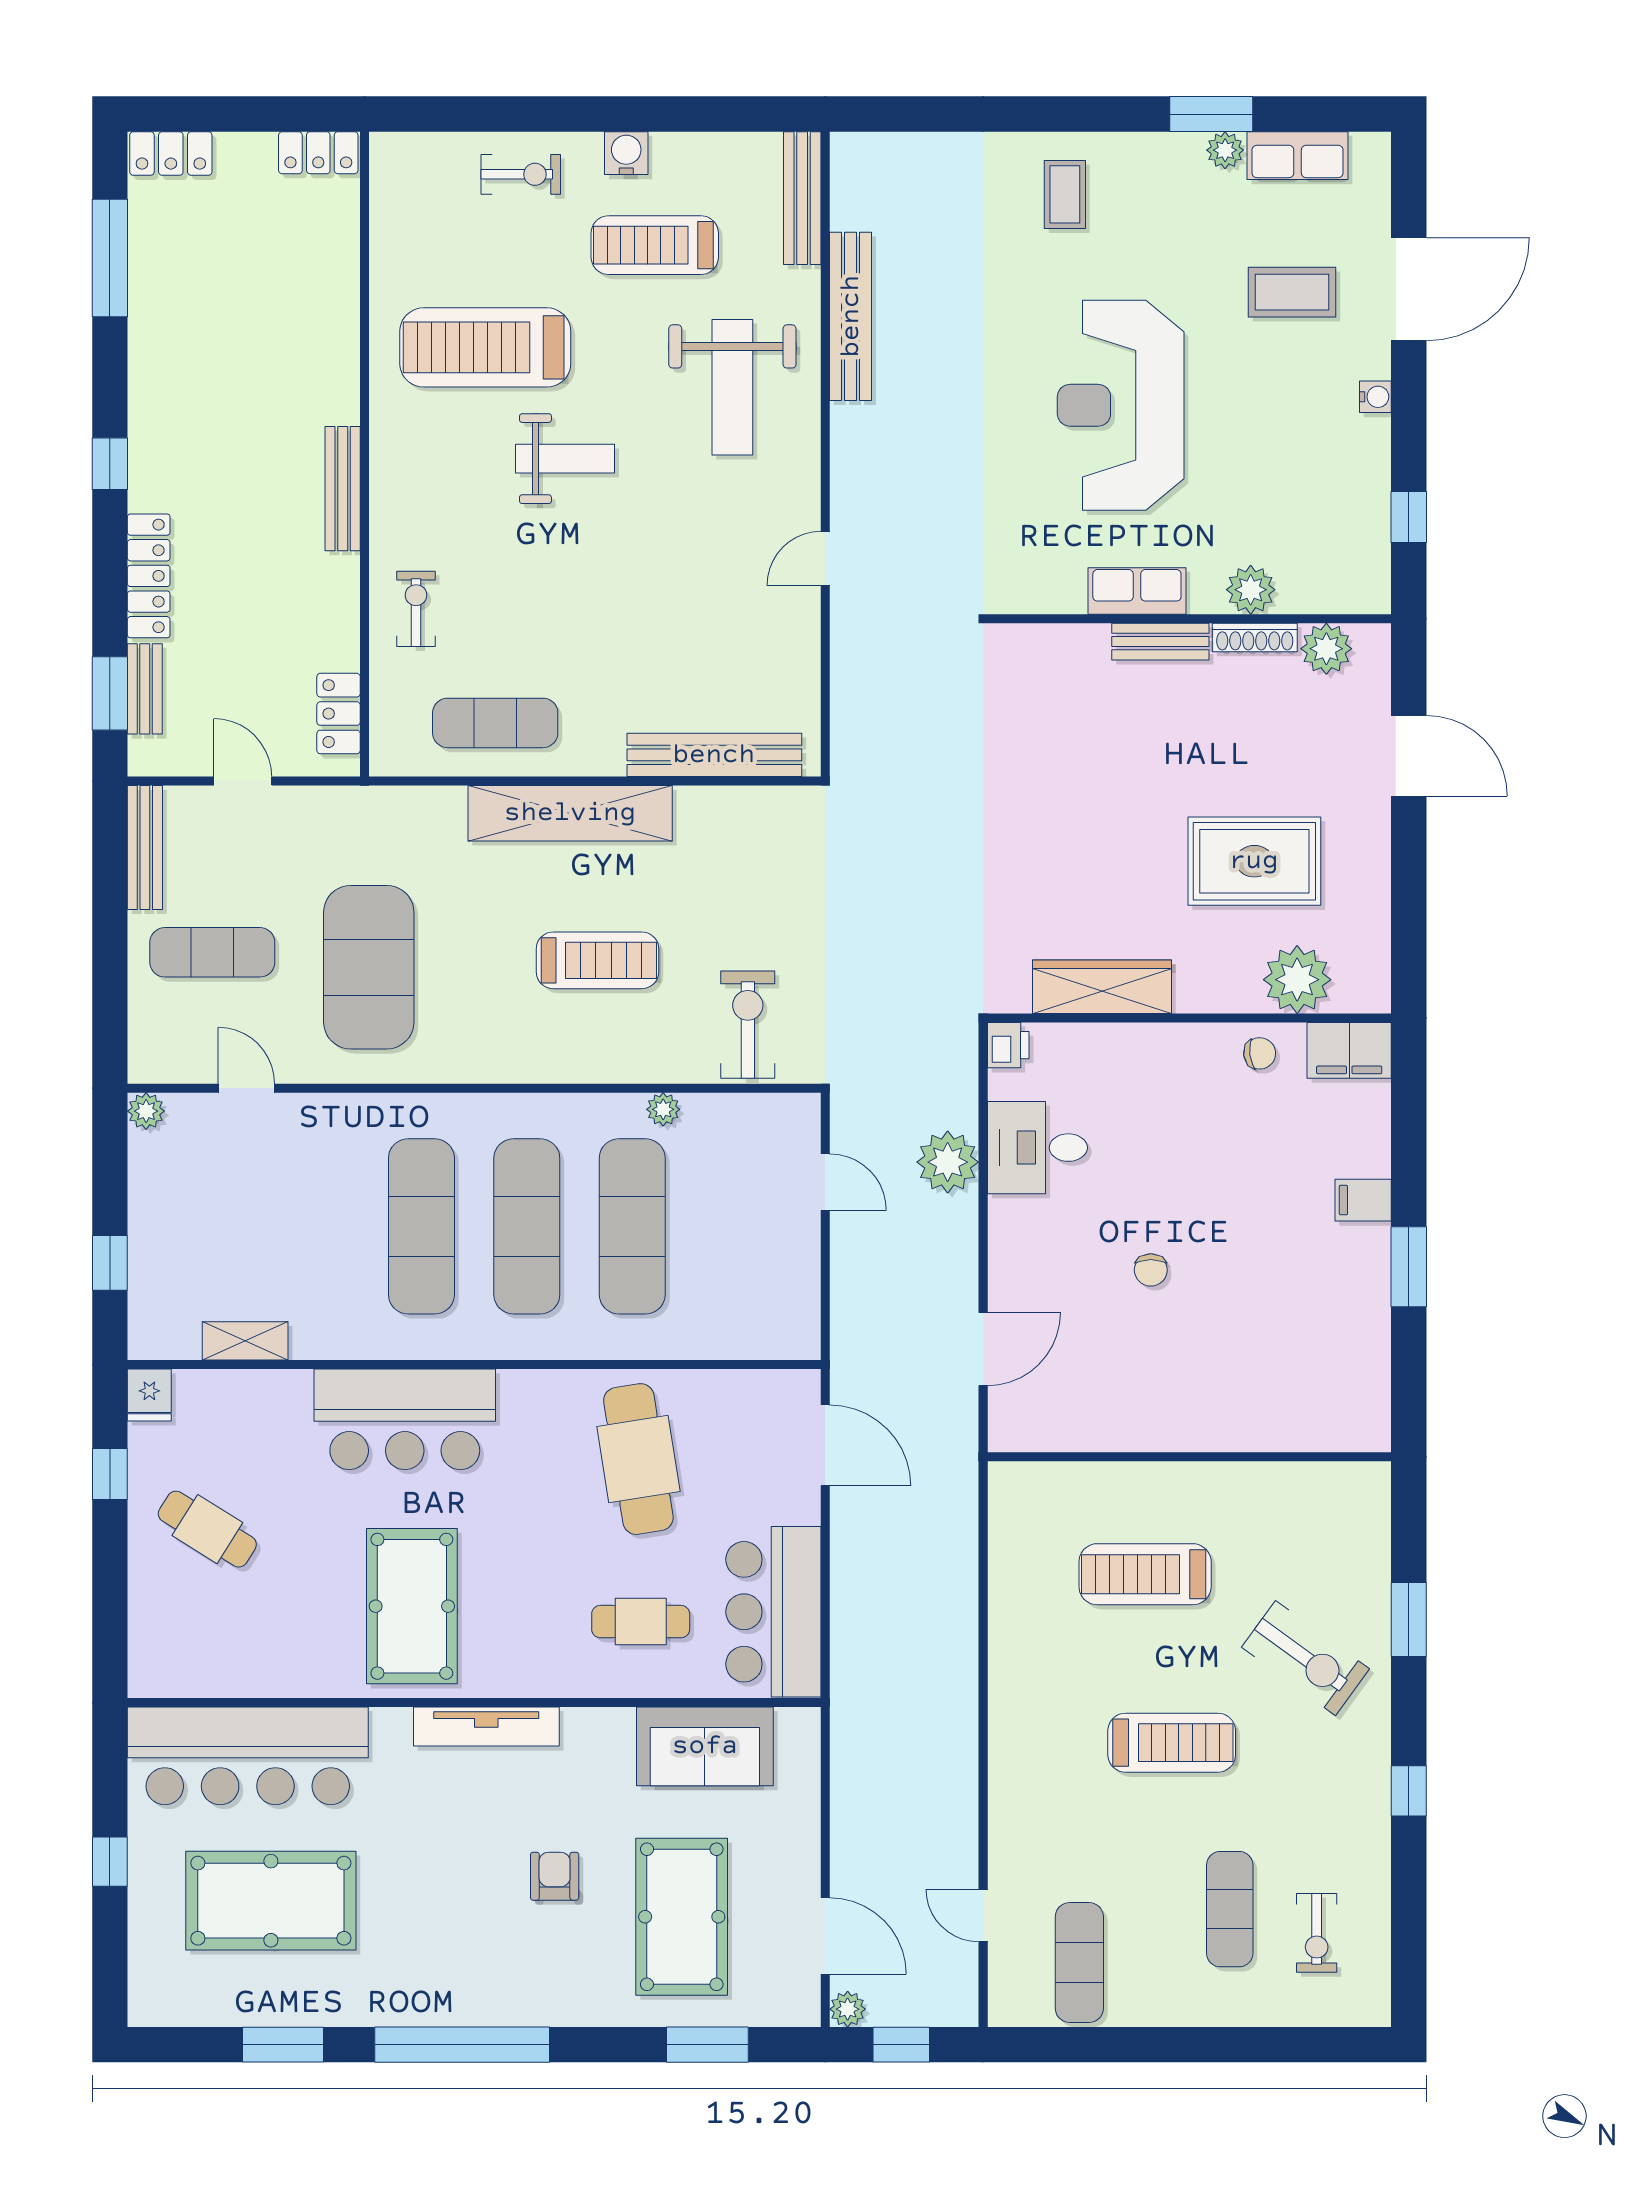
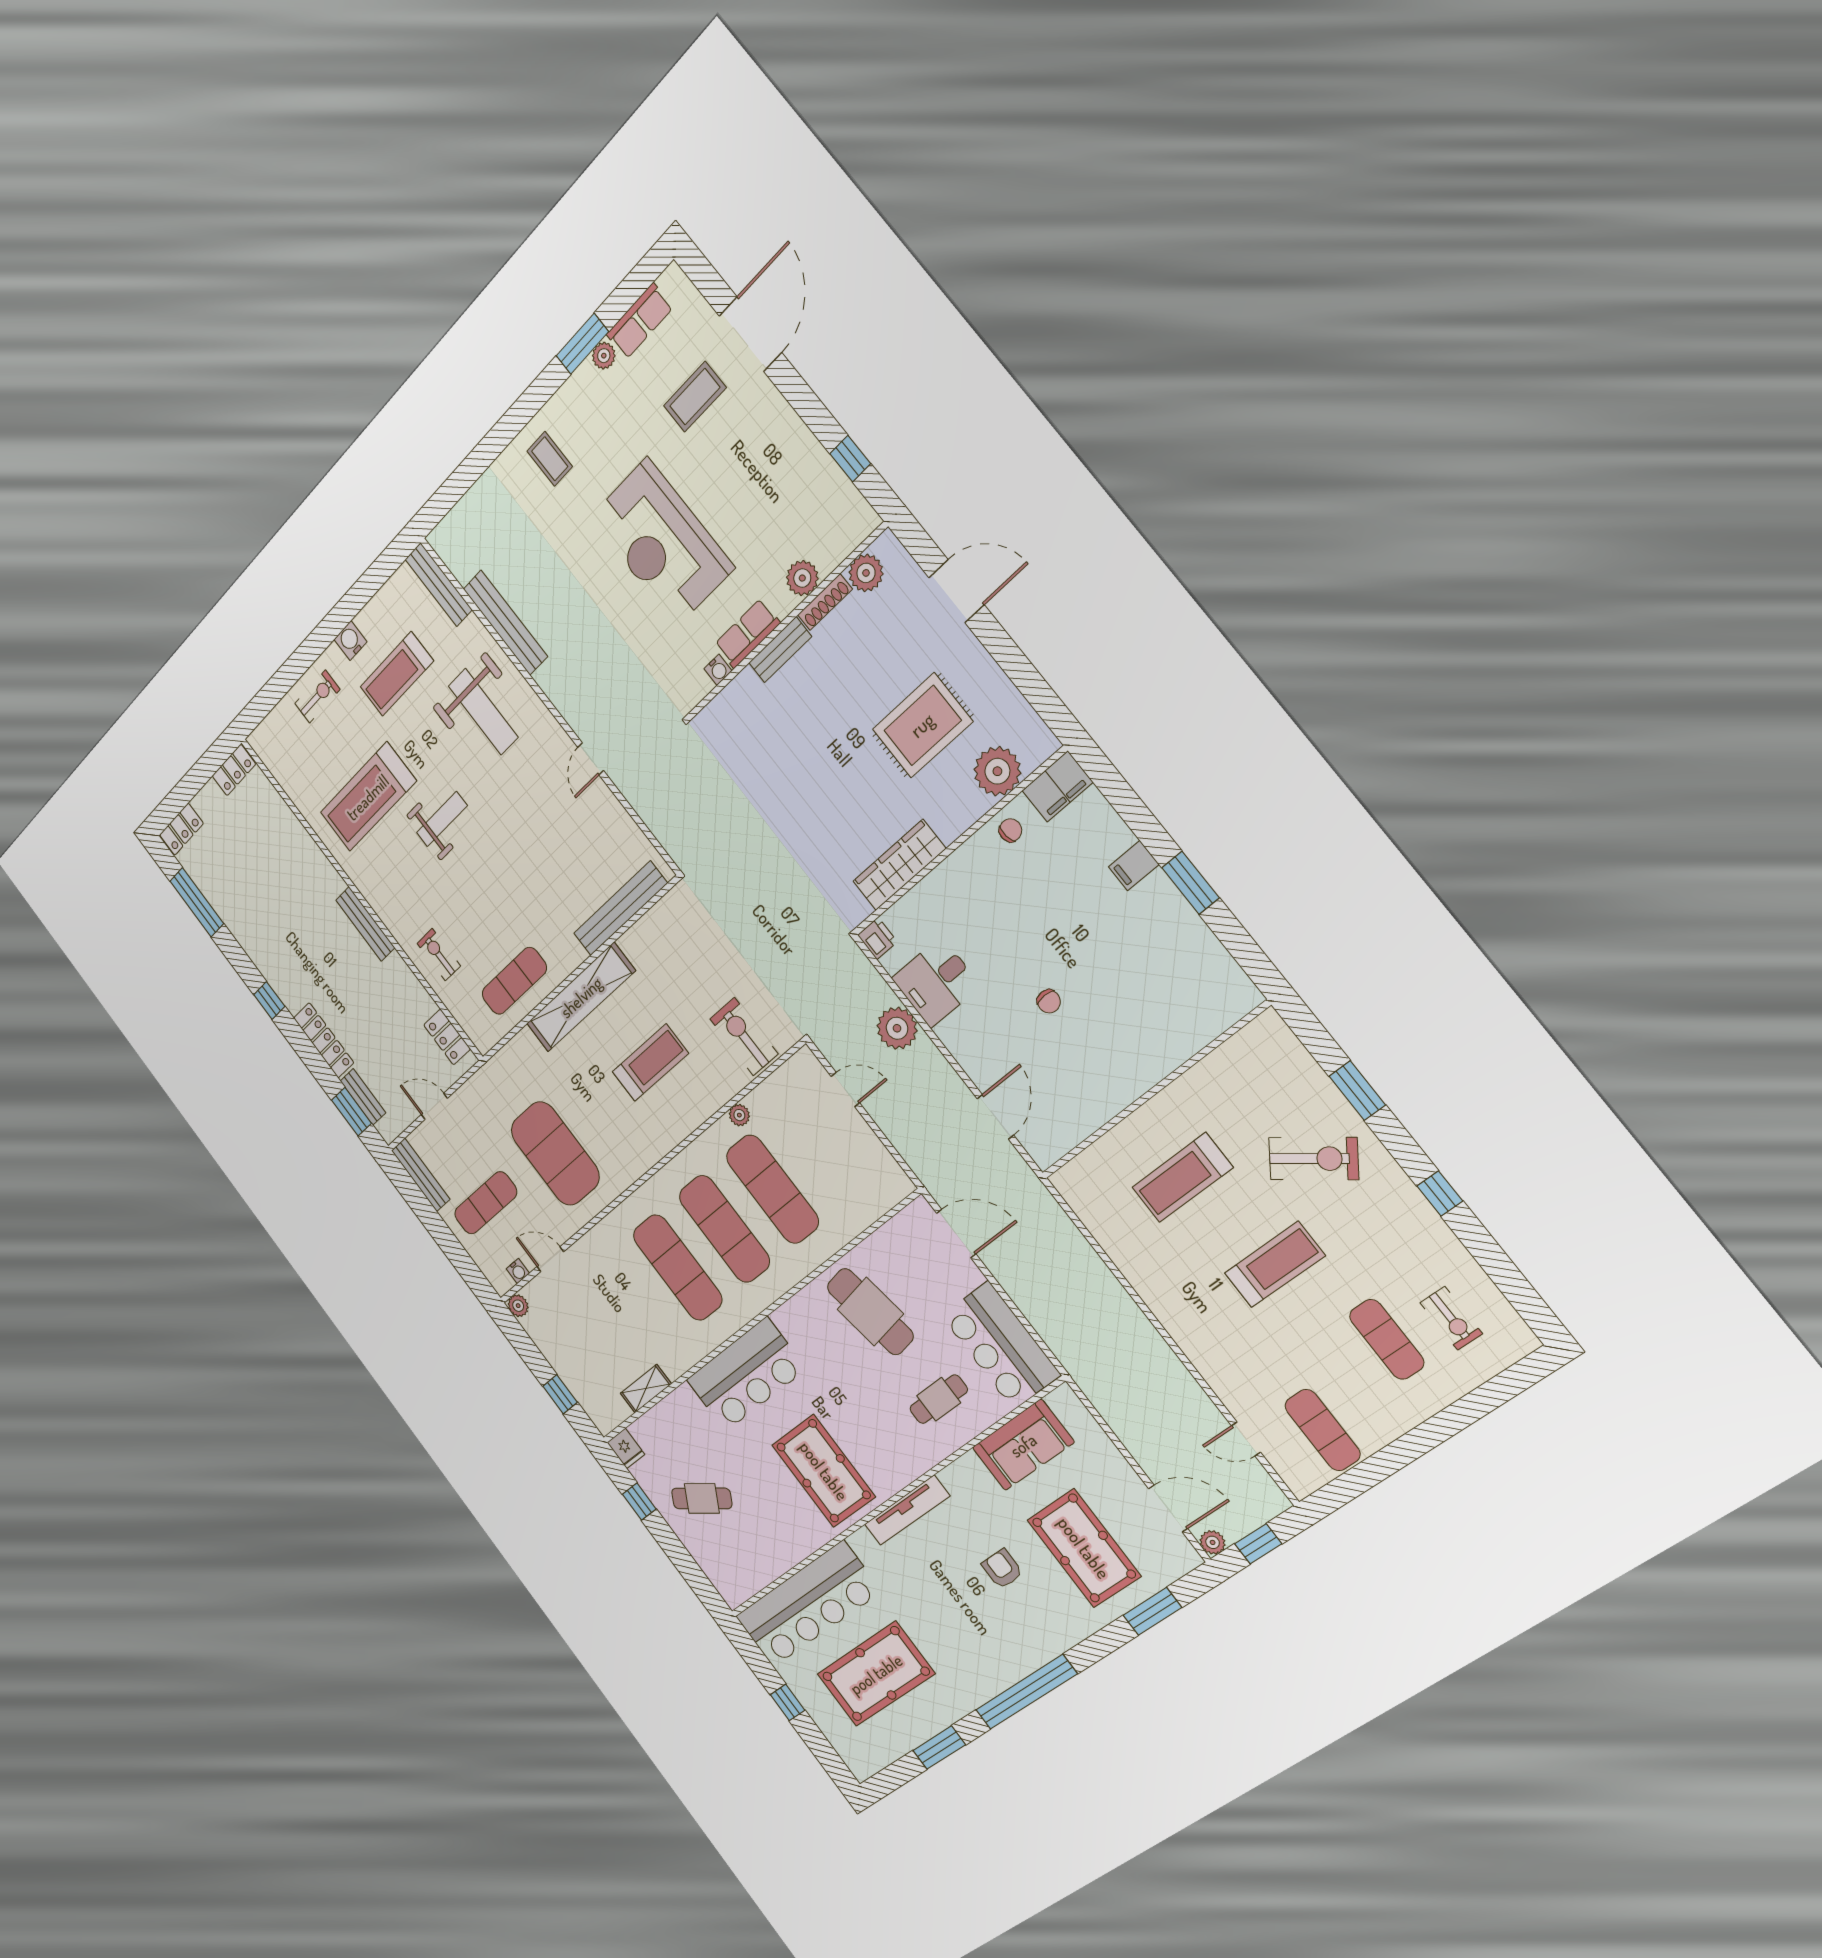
water cooler: (1375, 397) -> (718, 670), moved, turned 90
water cooler: (184, 1069) -> (518, 1271), added

